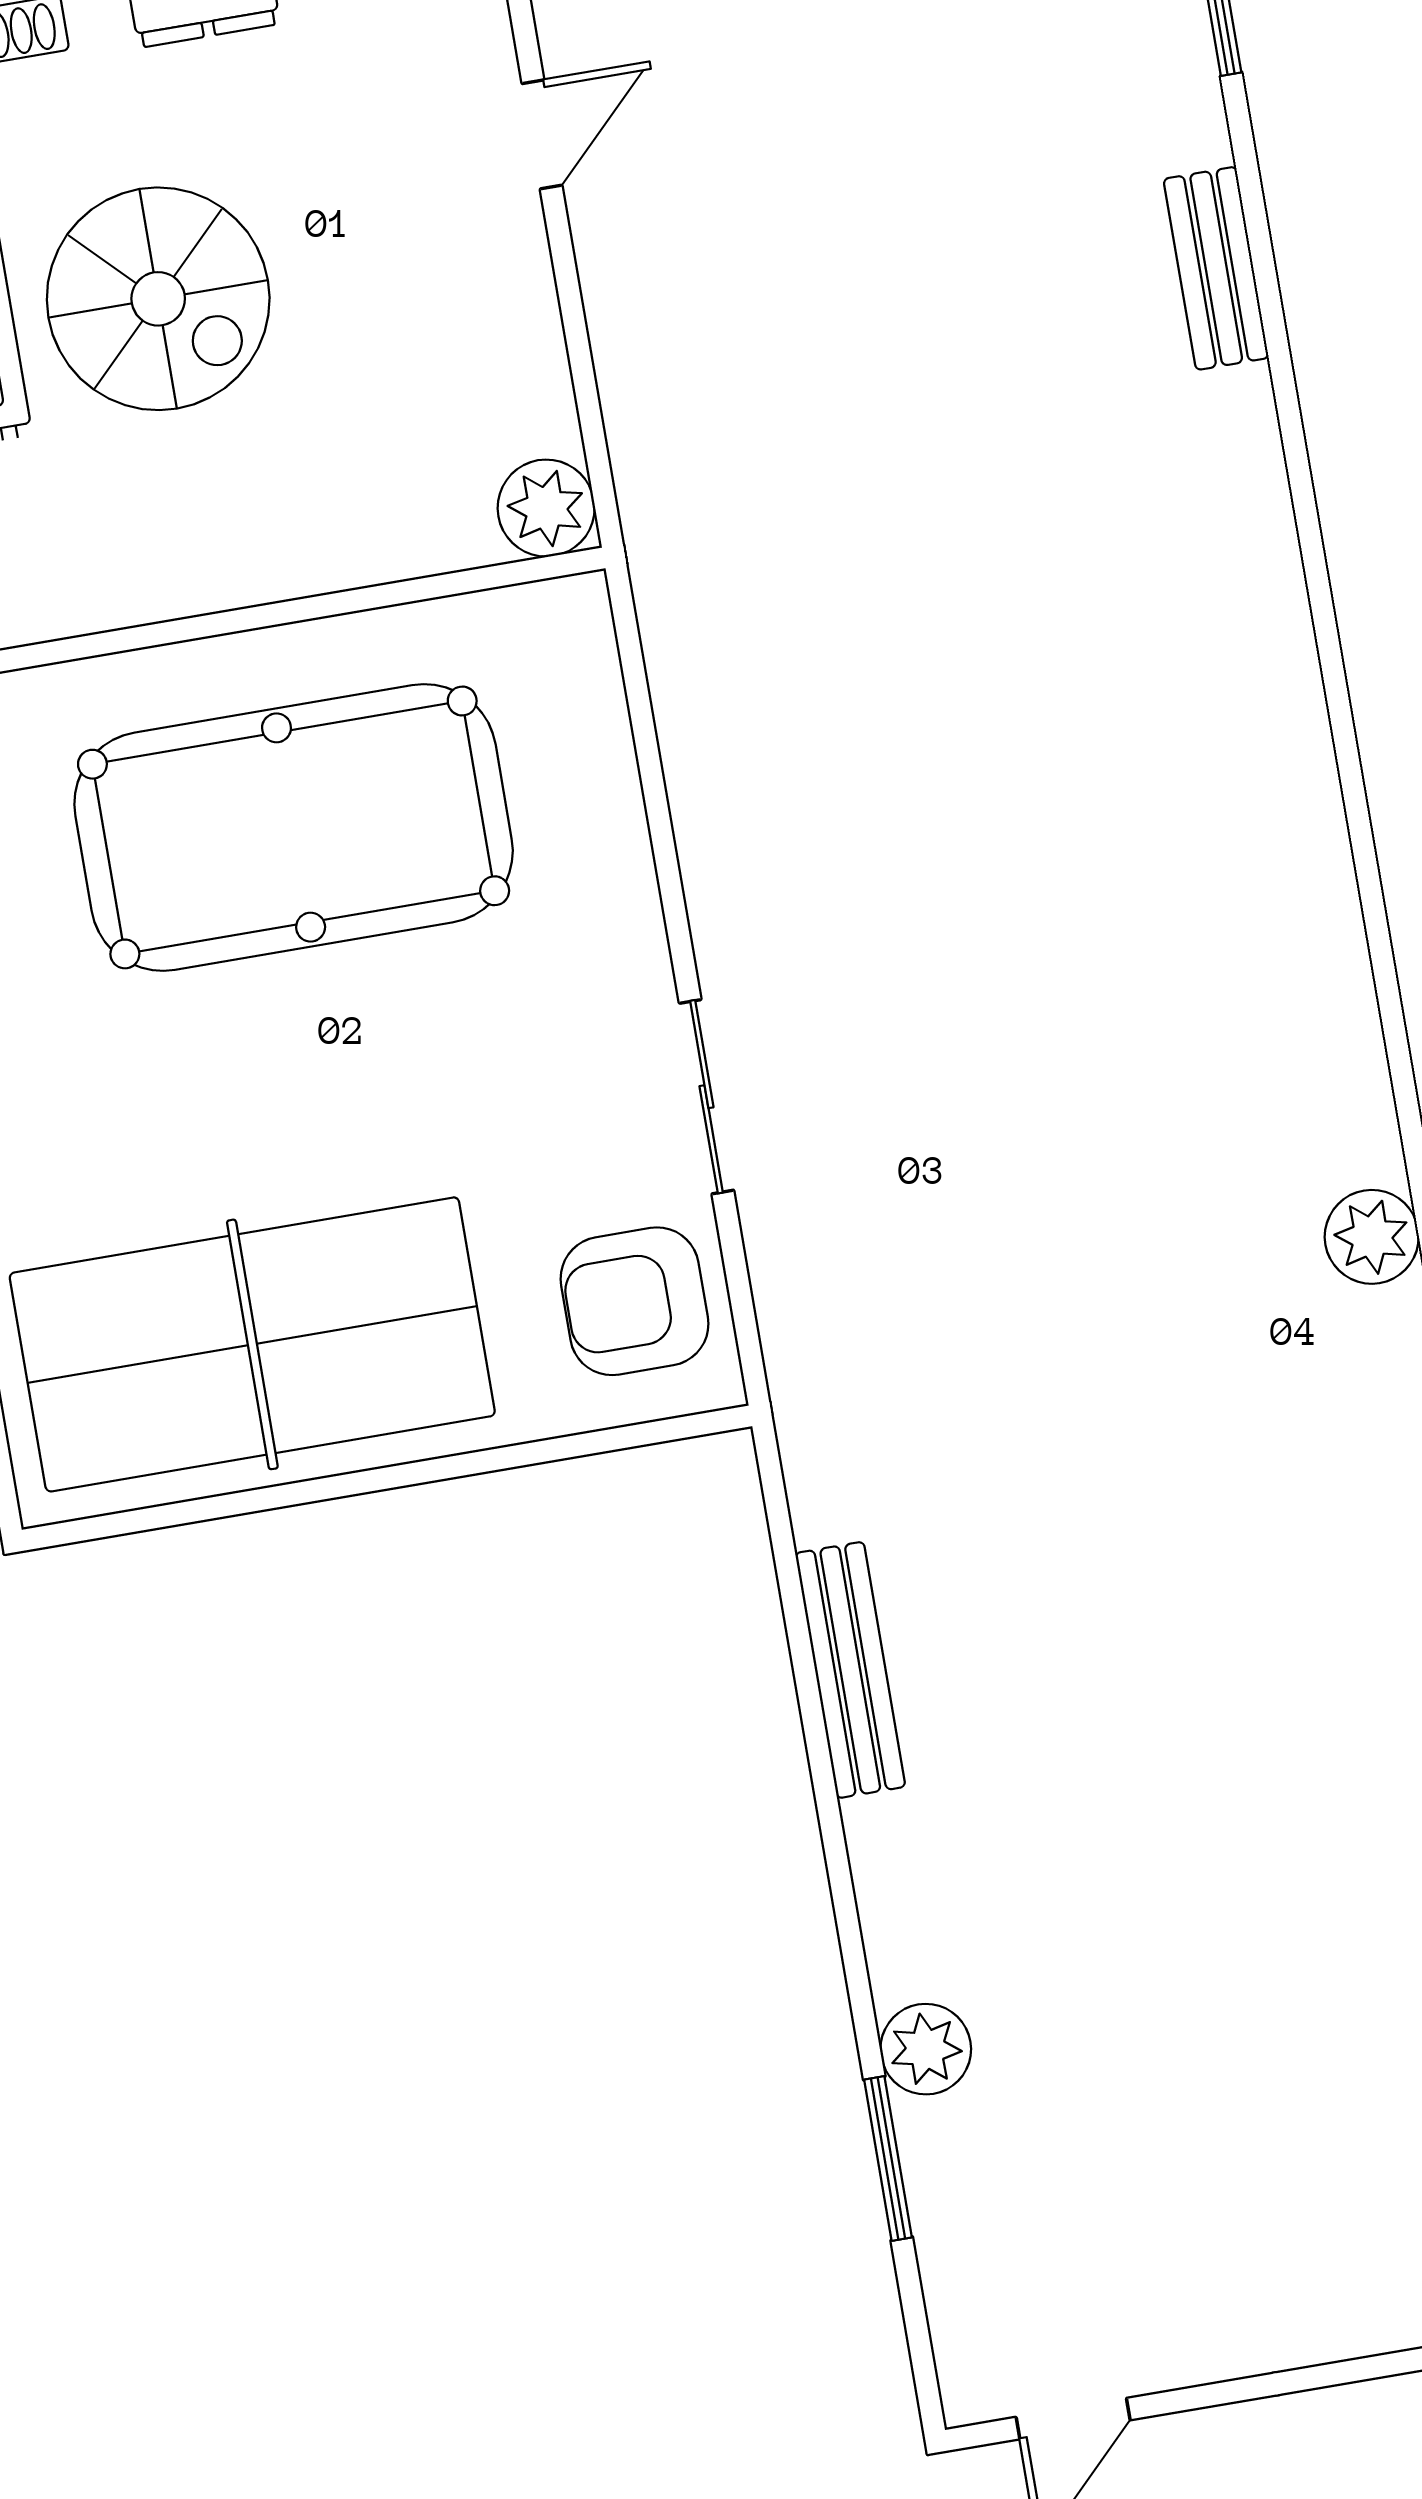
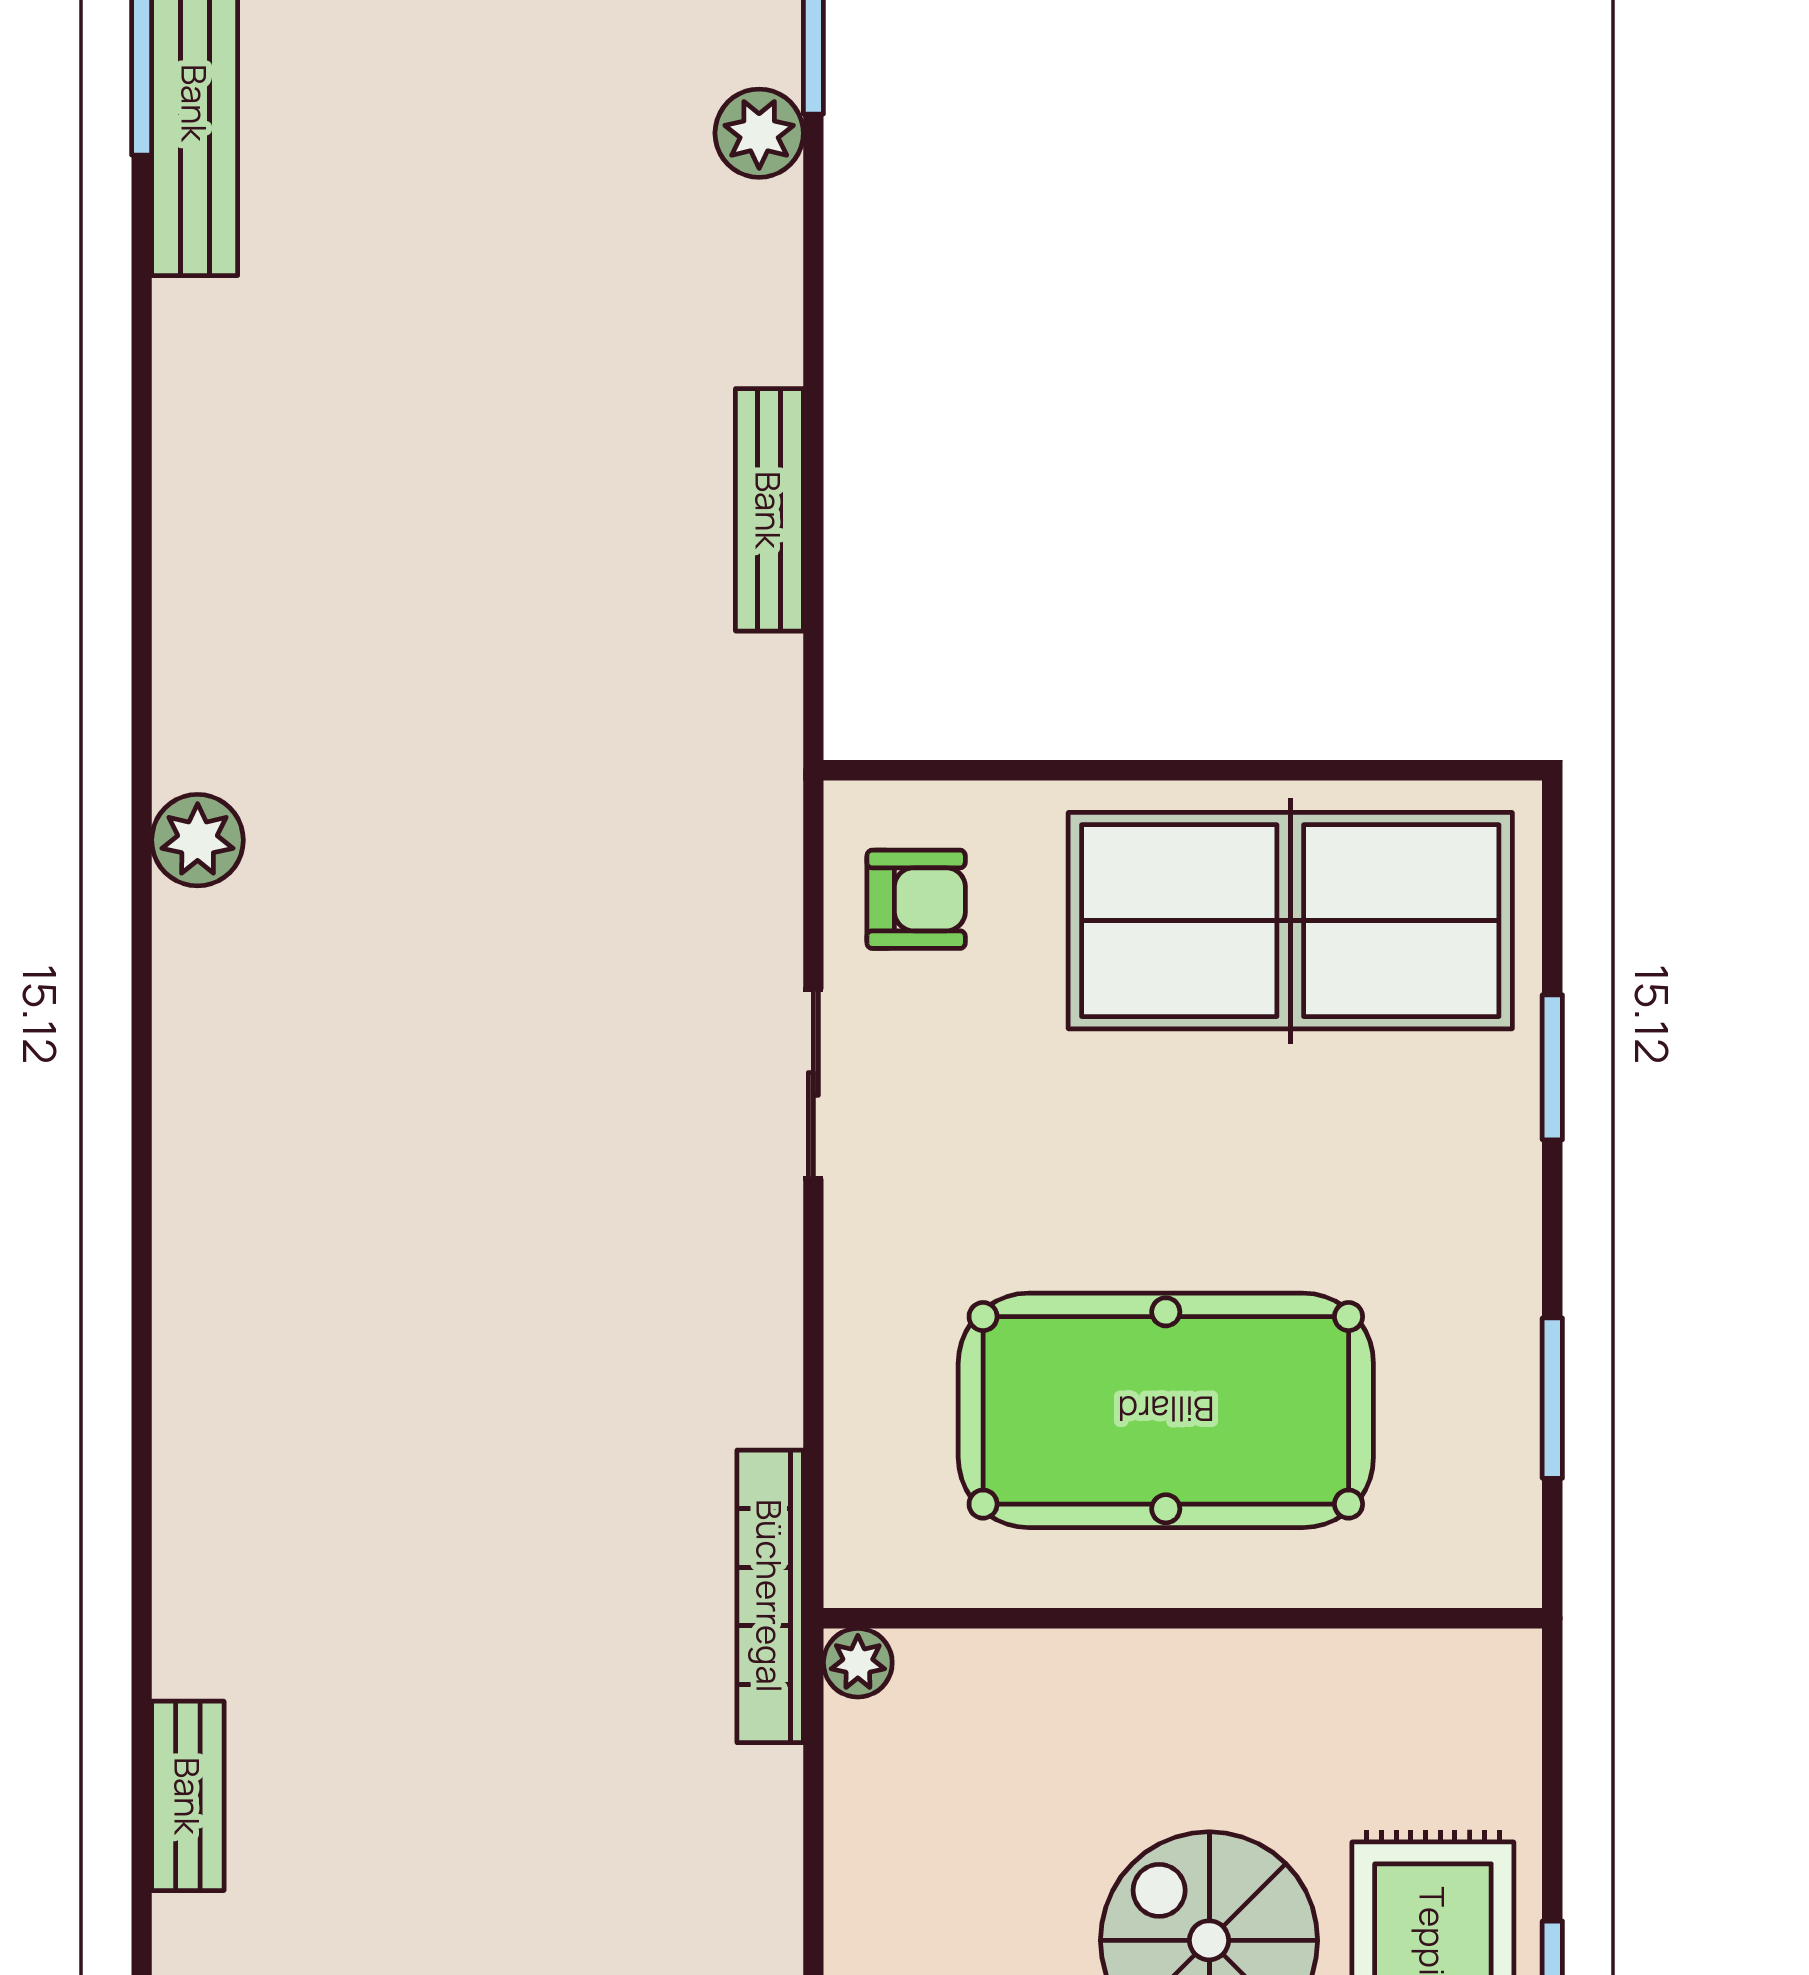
plant: (546, 508) -> (858, 1663), width x0.73, depth x0.73
bookcase: (662, 571) -> (770, 1596), added
armchair: (635, 1301) -> (916, 899), width x0.72, depth x0.72

